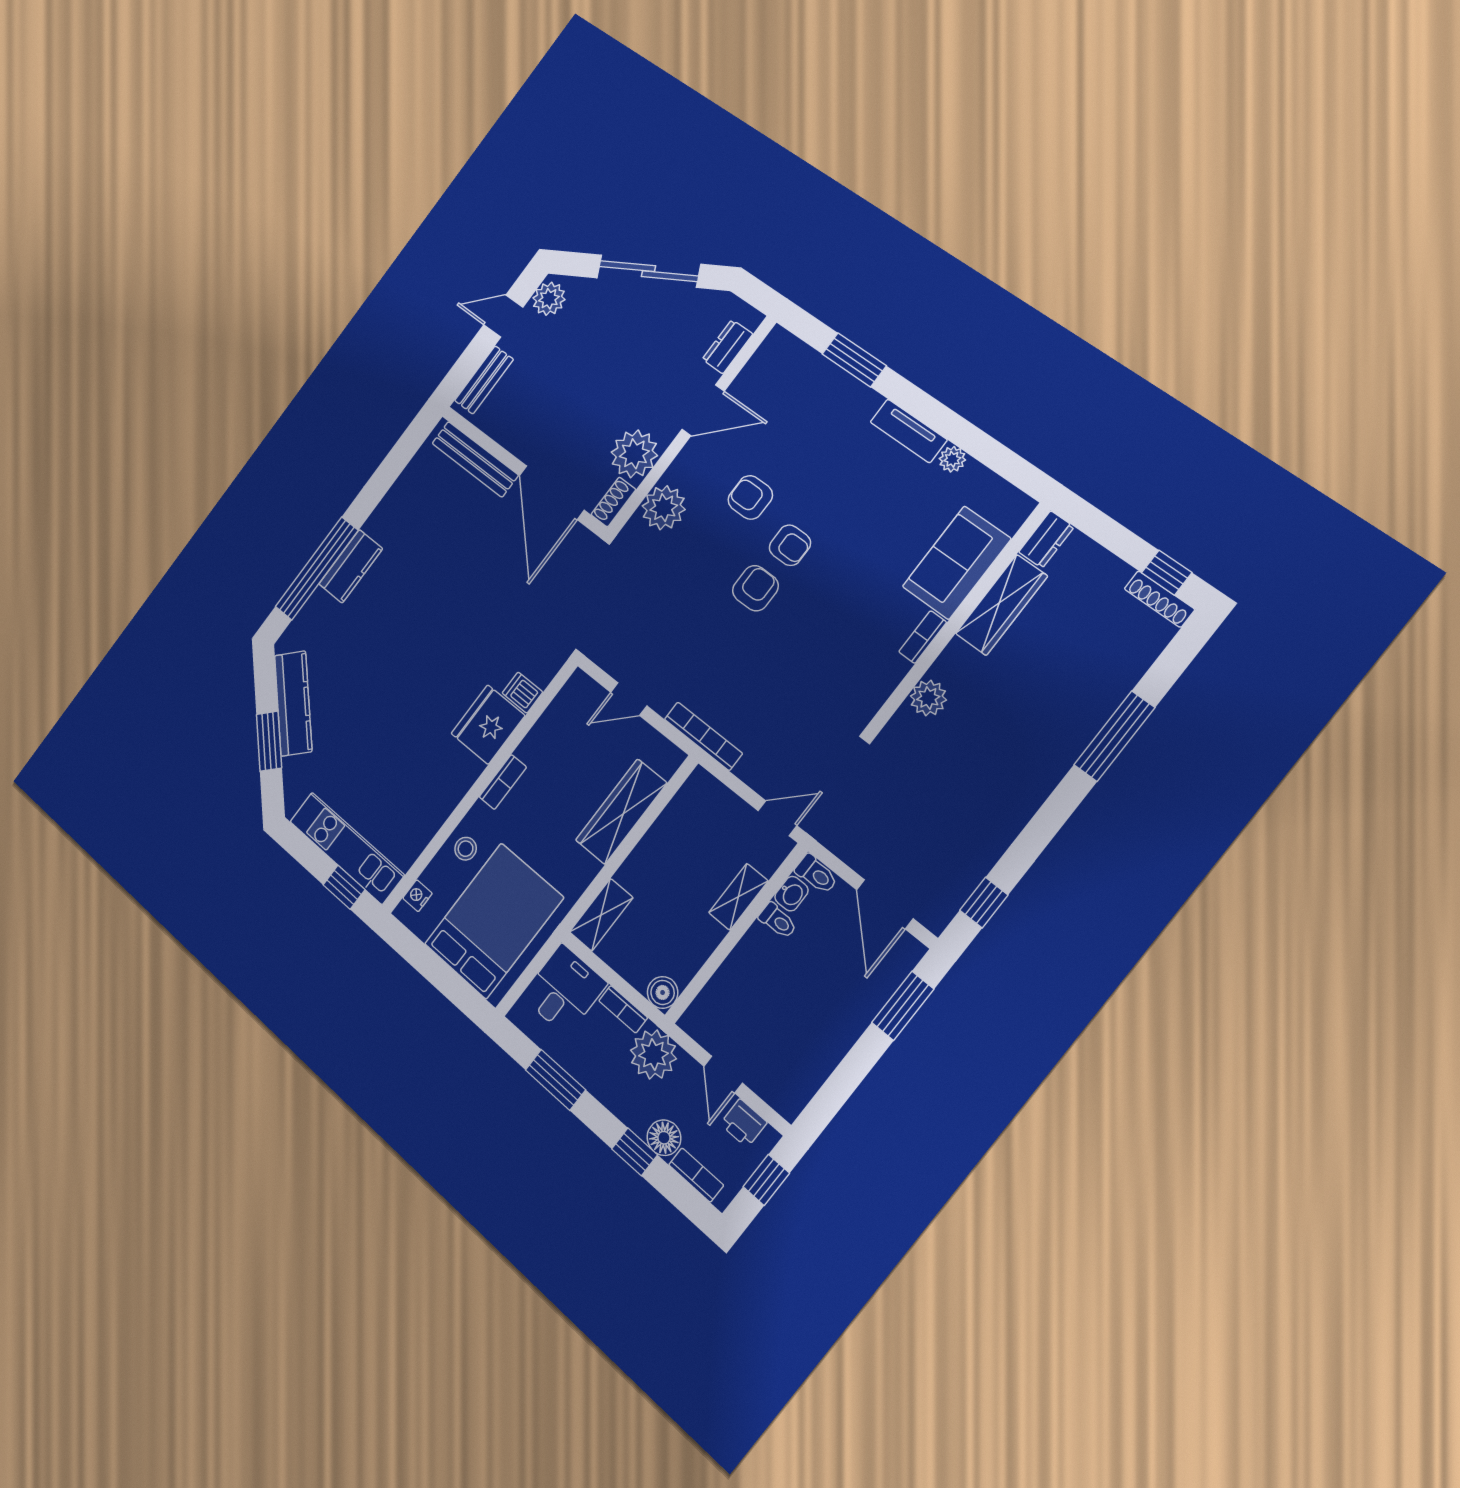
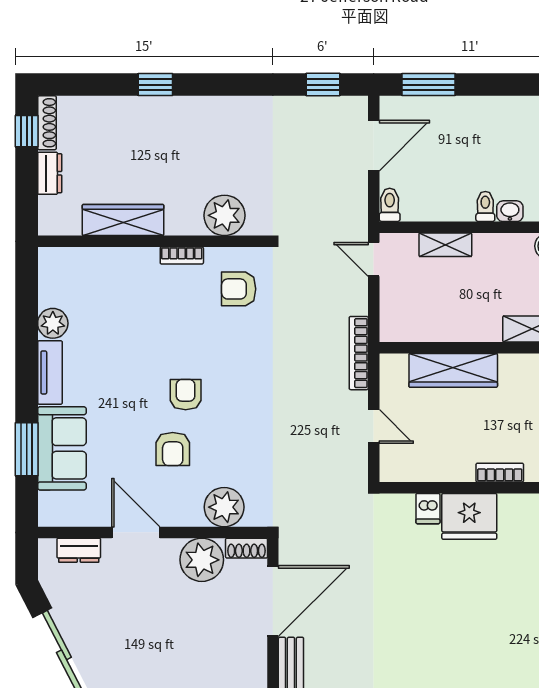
plant: (952, 459) -> (53, 323), width x1.38, depth x1.38
dresser: (1046, 539) -> (50, 173), moved, turned 90
sofa: (957, 563) -> (62, 448), moved, turned -90
armchair: (755, 588) -> (239, 289), moved
plant: (928, 698) -> (224, 215), width x1.36, depth x1.36
window: (1114, 736) -> (155, 85), width x0.46
washbasin: (791, 894) -> (510, 211), moved
toilet: (778, 921) -> (485, 206), moved

